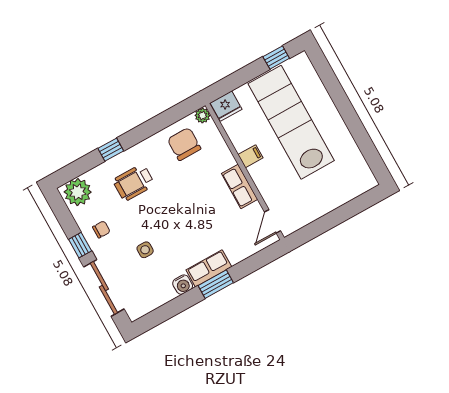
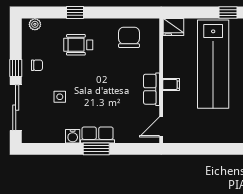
plant: (202, 116) -> (153, 25), removed
lab bench: (291, 122) -> (213, 64), turned 180
filing cabinet: (251, 156) -> (171, 85), moved
plant: (78, 192) -> (35, 24), width x0.53, depth x0.53

